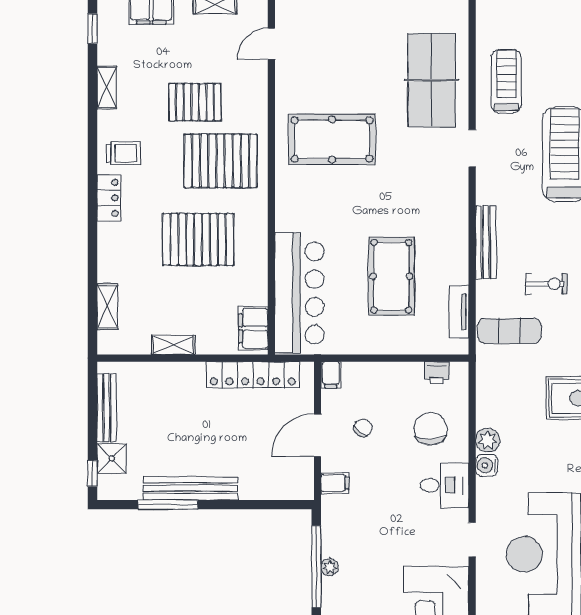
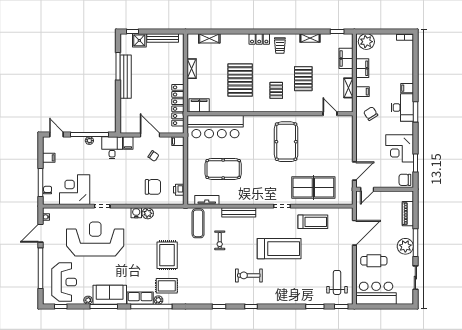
pallet: (221, 161) -> (276, 90), width x0.49, depth x0.50
desk: (445, 485) -> (112, 148), moved, turned 180

